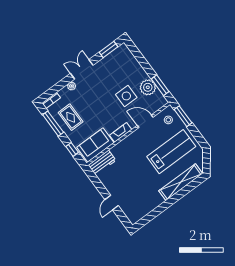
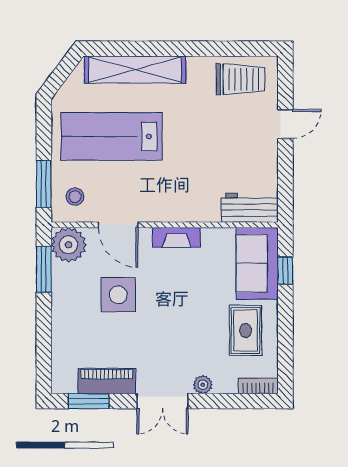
piano: (107, 62) -> (107, 381), added
plant: (148, 87) -> (69, 245), moved
window: (53, 124) -> (285, 342), removed
sofa: (95, 145) -> (257, 263), moved, turned 90
trolley: (140, 207) -> (240, 79), added

